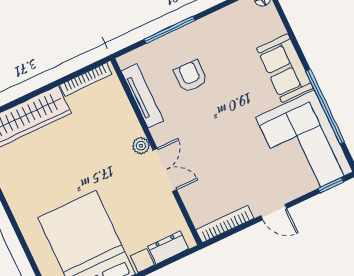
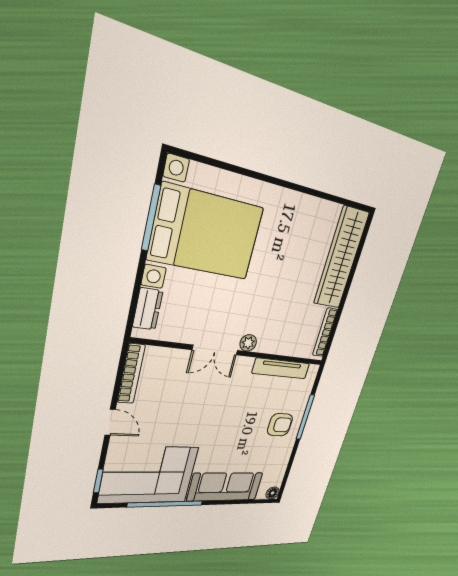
sofa: (285, 68) -> (225, 487), width x1.36
armchair: (191, 76) -> (280, 425), moved
door: (274, 212) -> (110, 422), swing flipped

